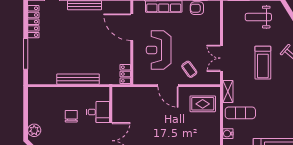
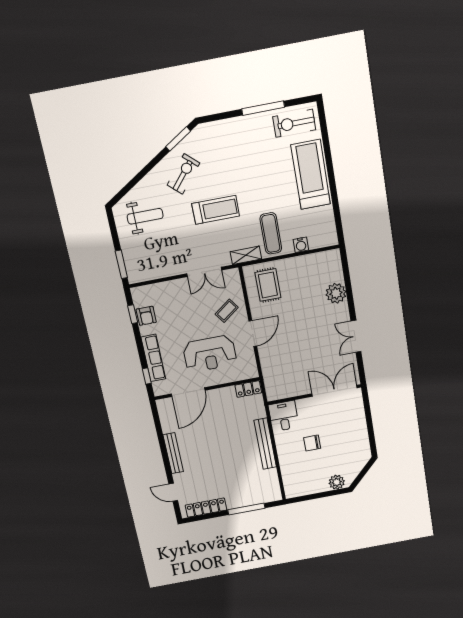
weight bench: (258, 17) -> (145, 216), moved, turned -90
treadmill: (263, 63) -> (216, 210), moved
desk: (98, 112) -> (284, 416), moved

